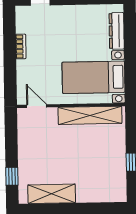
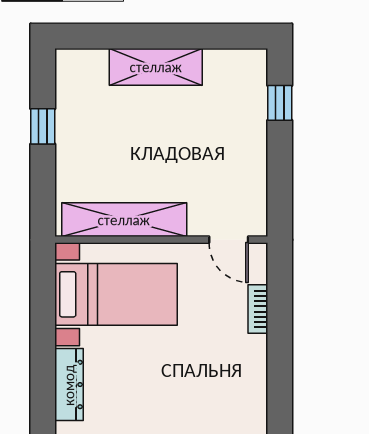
bookcase: (21, 46) -> (258, 309), moved
shelving: (52, 194) -> (156, 67), moved

